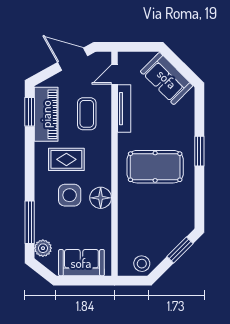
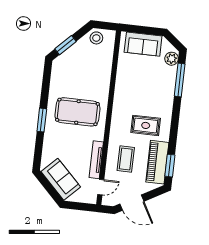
side table: (70, 195) -> (146, 97), removed
floor lamp: (101, 198) -> (122, 93), removed

